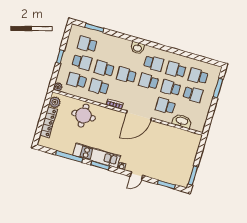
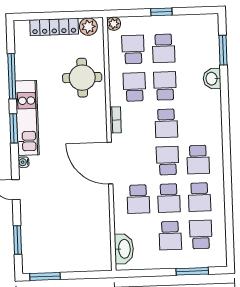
school desk: (87, 44) -> (194, 47), removed
washbasin: (137, 48) -> (212, 79), moved
school desk: (176, 70) -> (199, 197), turned 180
school desk: (126, 75) -> (166, 123), turned 180
school desk: (171, 88) -> (169, 198), turned 180
school desk: (165, 106) -> (138, 199), turned 180
washbasin: (182, 121) -> (124, 249), moved

